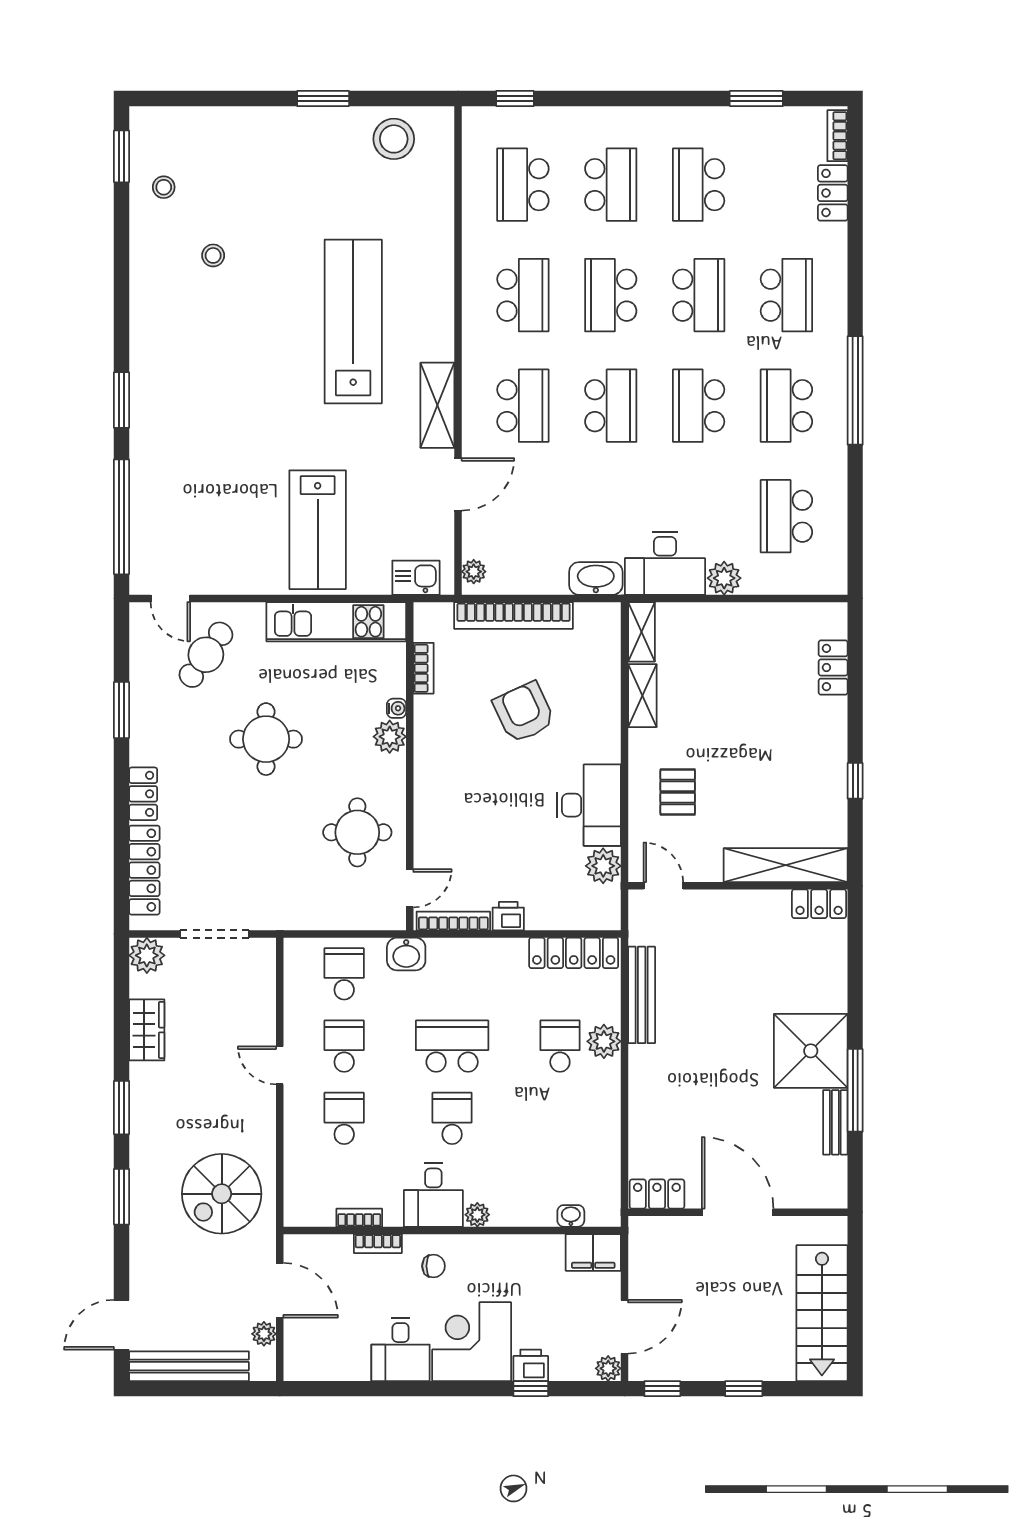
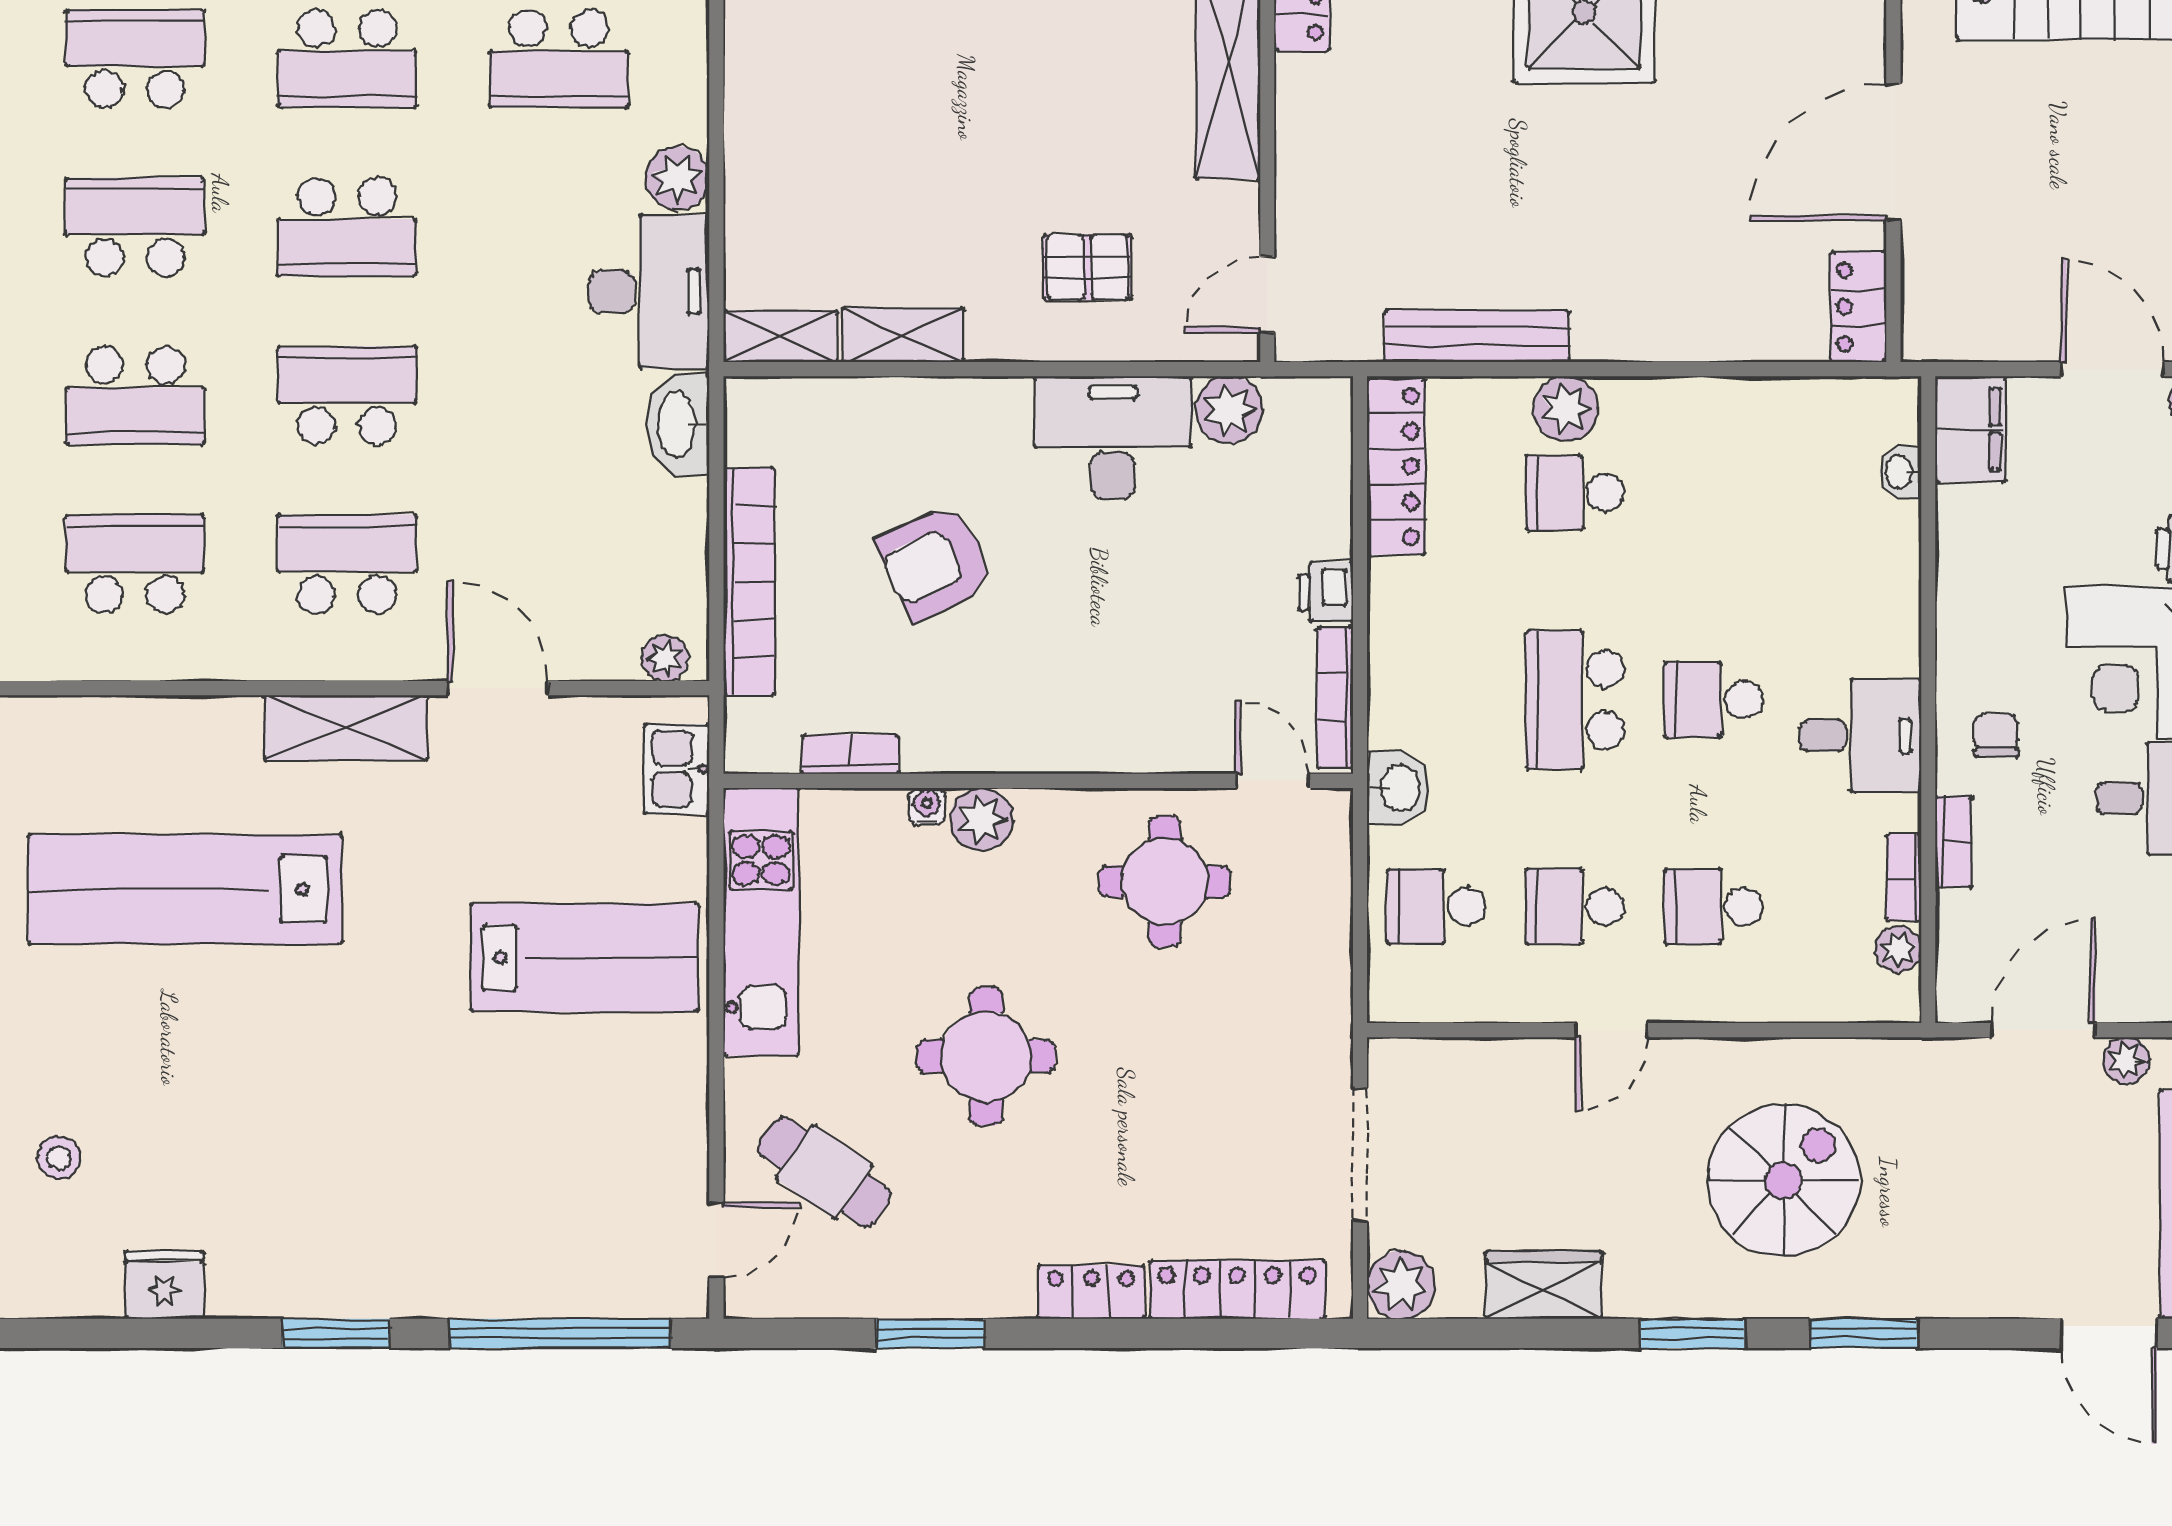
fridge: (147, 310) -> (164, 1285), added
spiral stairs: (222, 1194) -> (1783, 1181), moved, turned -90
plant: (477, 1215) -> (1898, 949), moved

